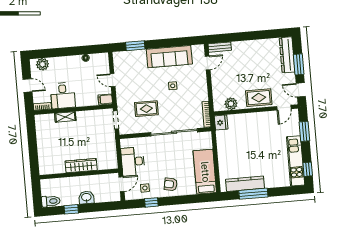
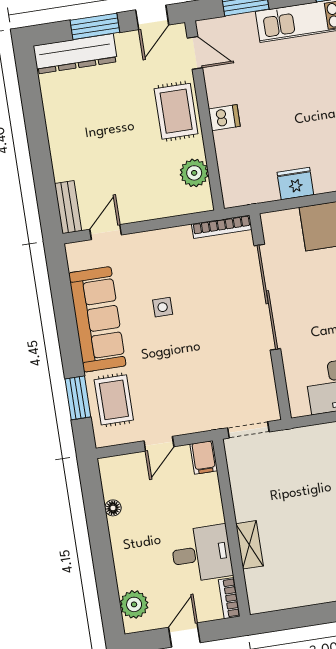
door: (208, 63) -> (106, 232), hinge flipped
rug: (146, 109) -> (114, 400), moved
dishwasher: (254, 119) -> (224, 118), added
fridge: (221, 122) -> (295, 184), moved

